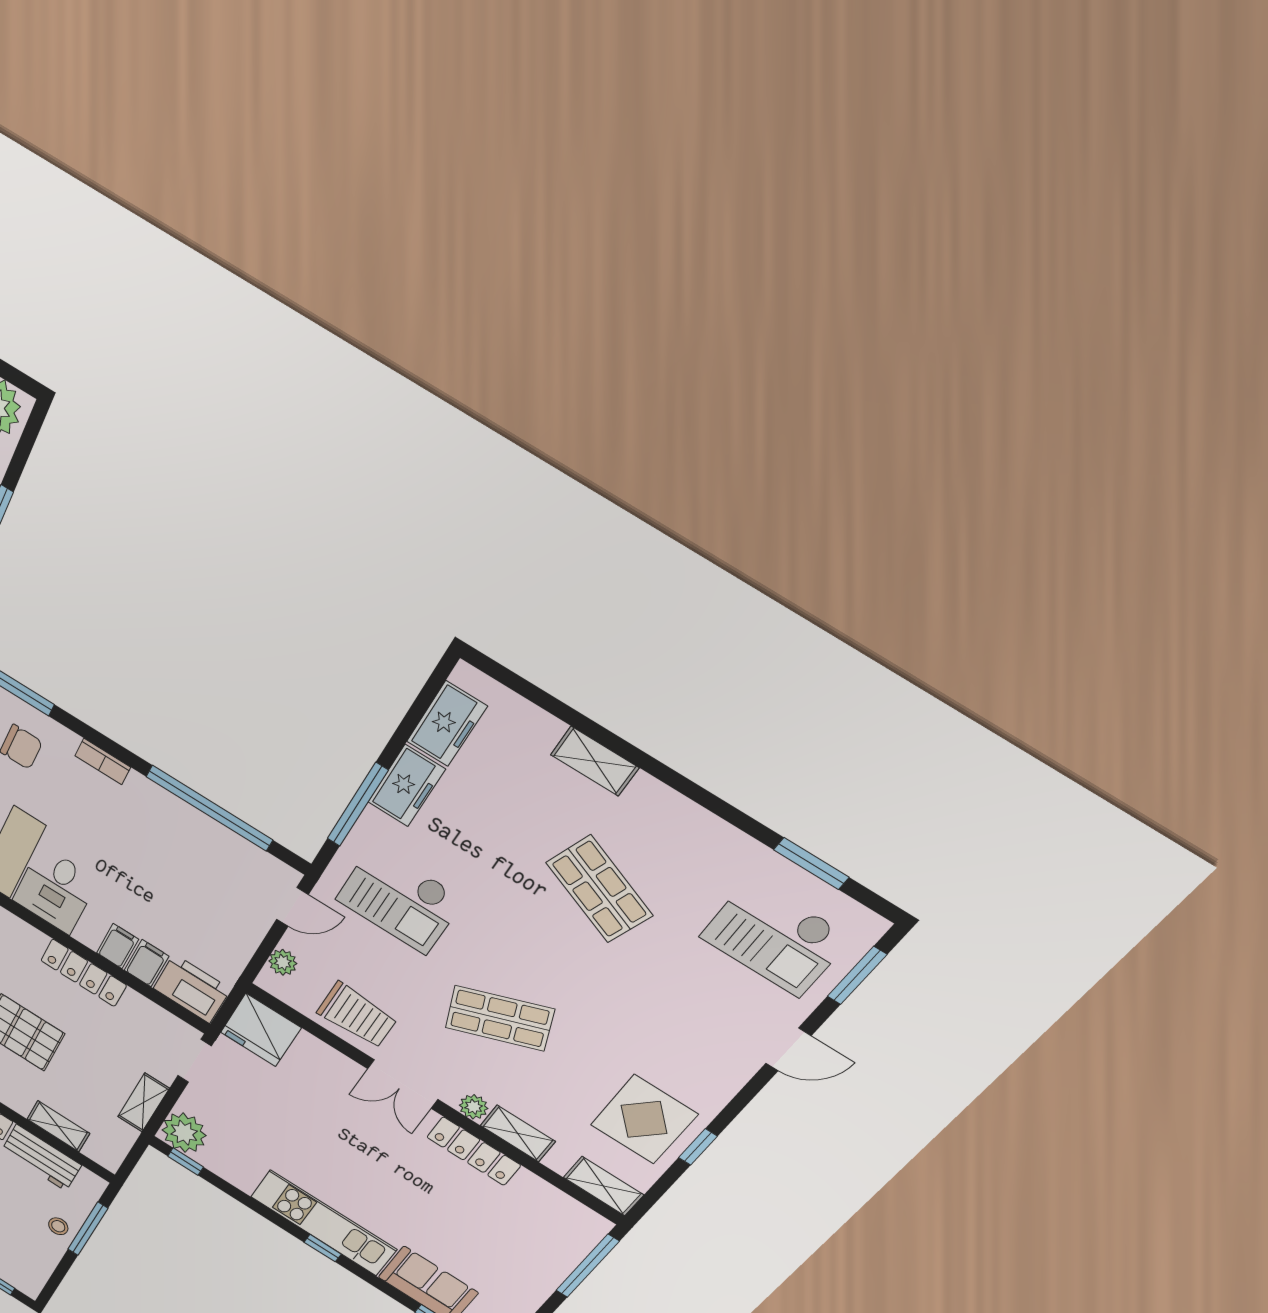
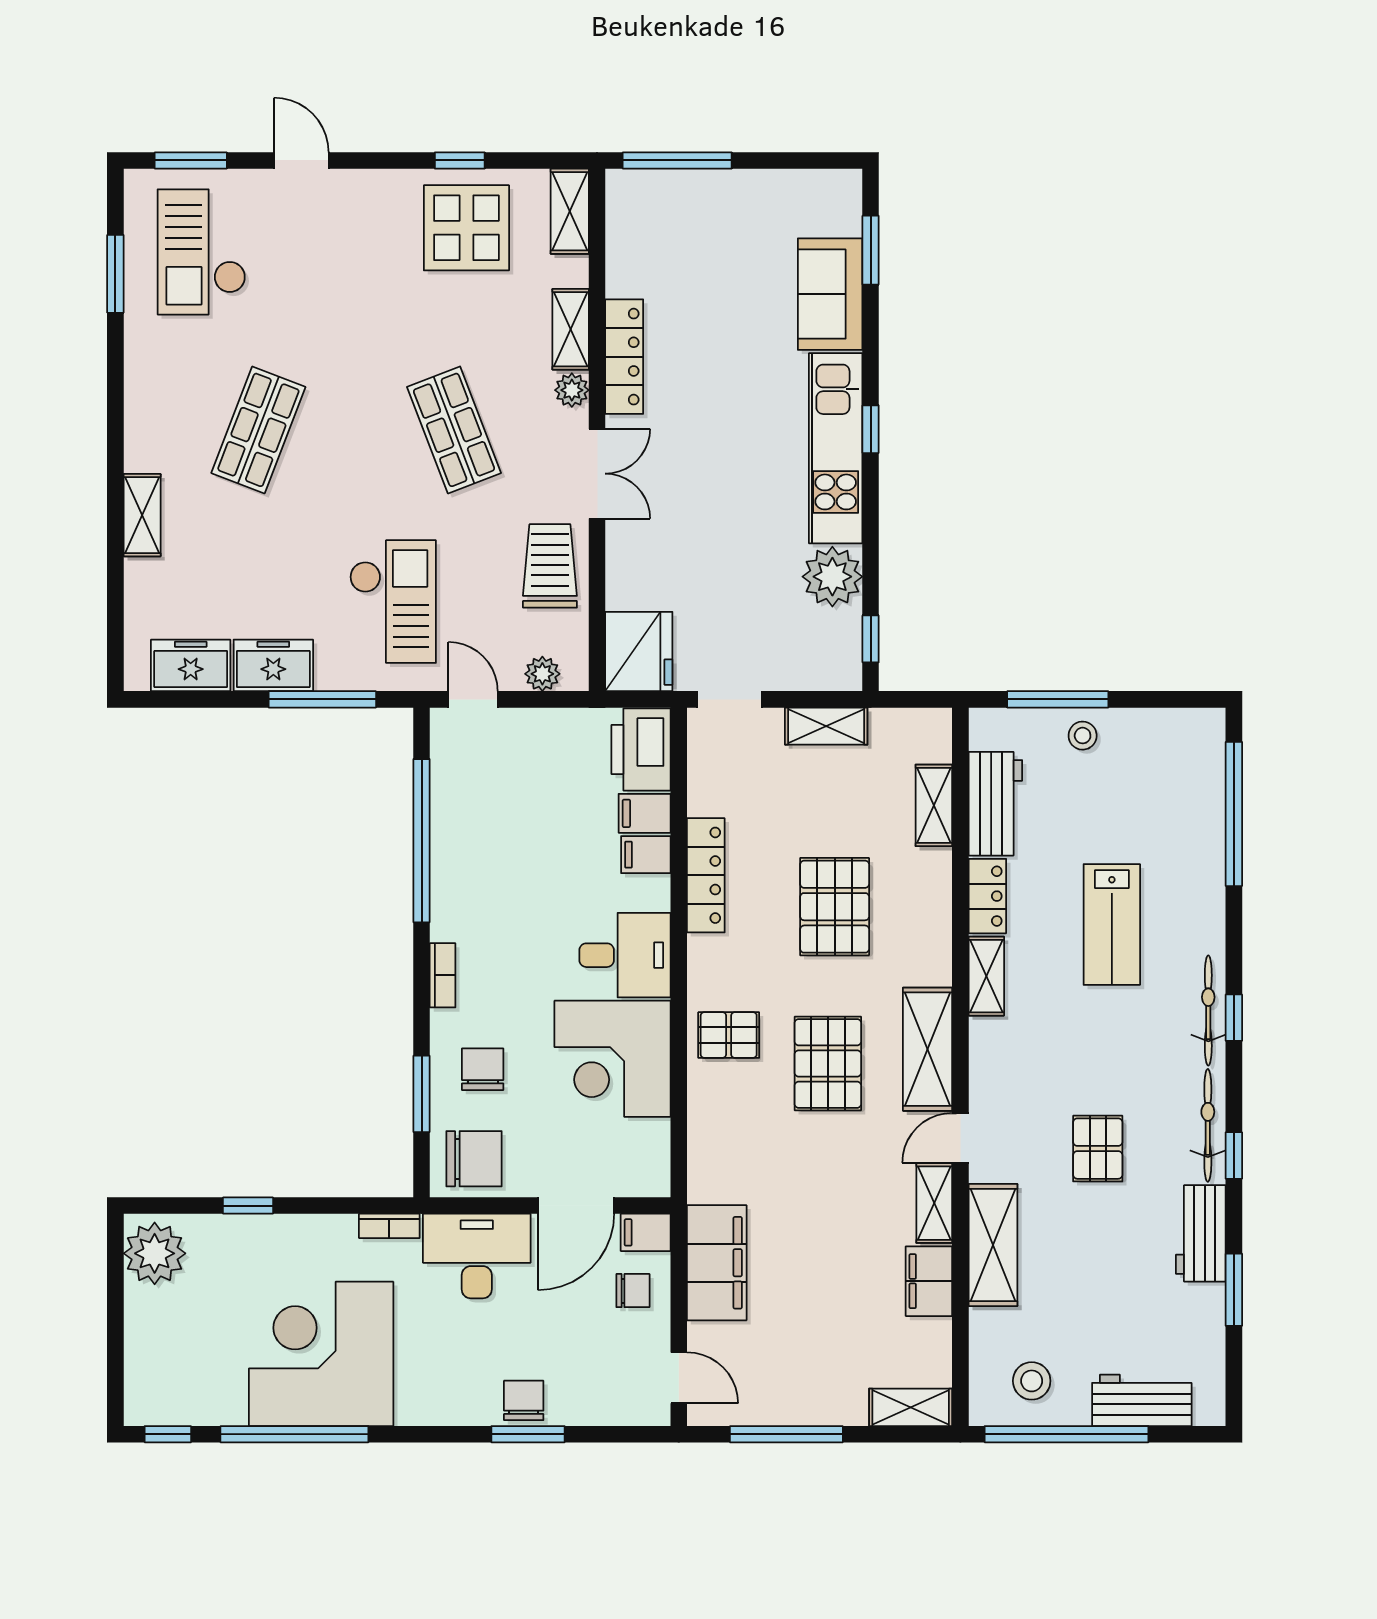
checkout: (775, 937) -> (202, 252), turned 180
plant: (184, 1133) -> (832, 577), moved

